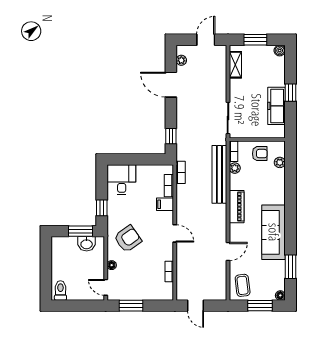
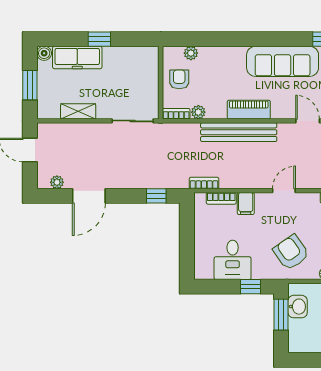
shelving: (235, 65) -> (78, 111), moved
freezer: (276, 106) -> (77, 57), moved
bench: (219, 174) -> (239, 132), moved
desk: (122, 180) -> (233, 260), moved, turned -90

